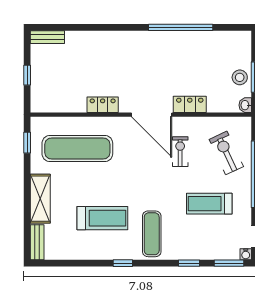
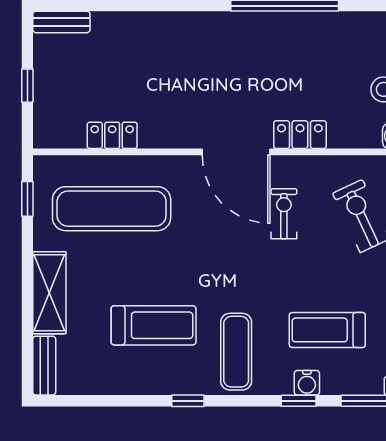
locker: (103, 105) -> (112, 135), moved
treadmill: (209, 204) -> (327, 330), moved
water cooler: (194, 252) -> (307, 383), added

